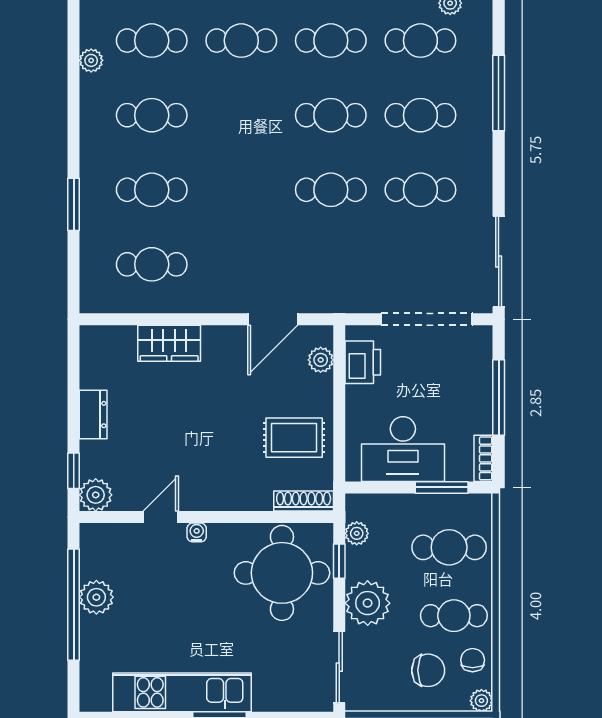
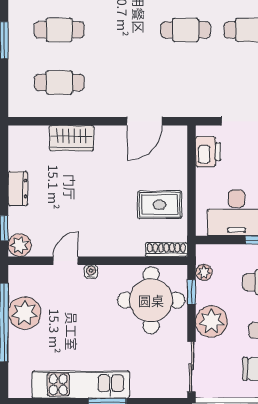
plant: (321, 360) -> (178, 150), removed
plant: (96, 597) -> (25, 313), width x1.36, depth x1.36

